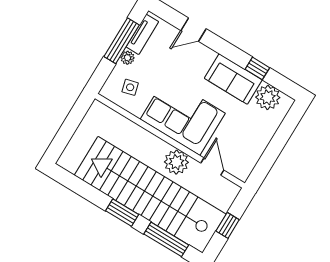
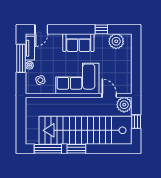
door: (193, 30) -> (41, 29), moved
sofa: (233, 79) -> (78, 43), moved
plant: (176, 162) -> (124, 105), moved
window: (166, 239) -> (48, 149), moved

